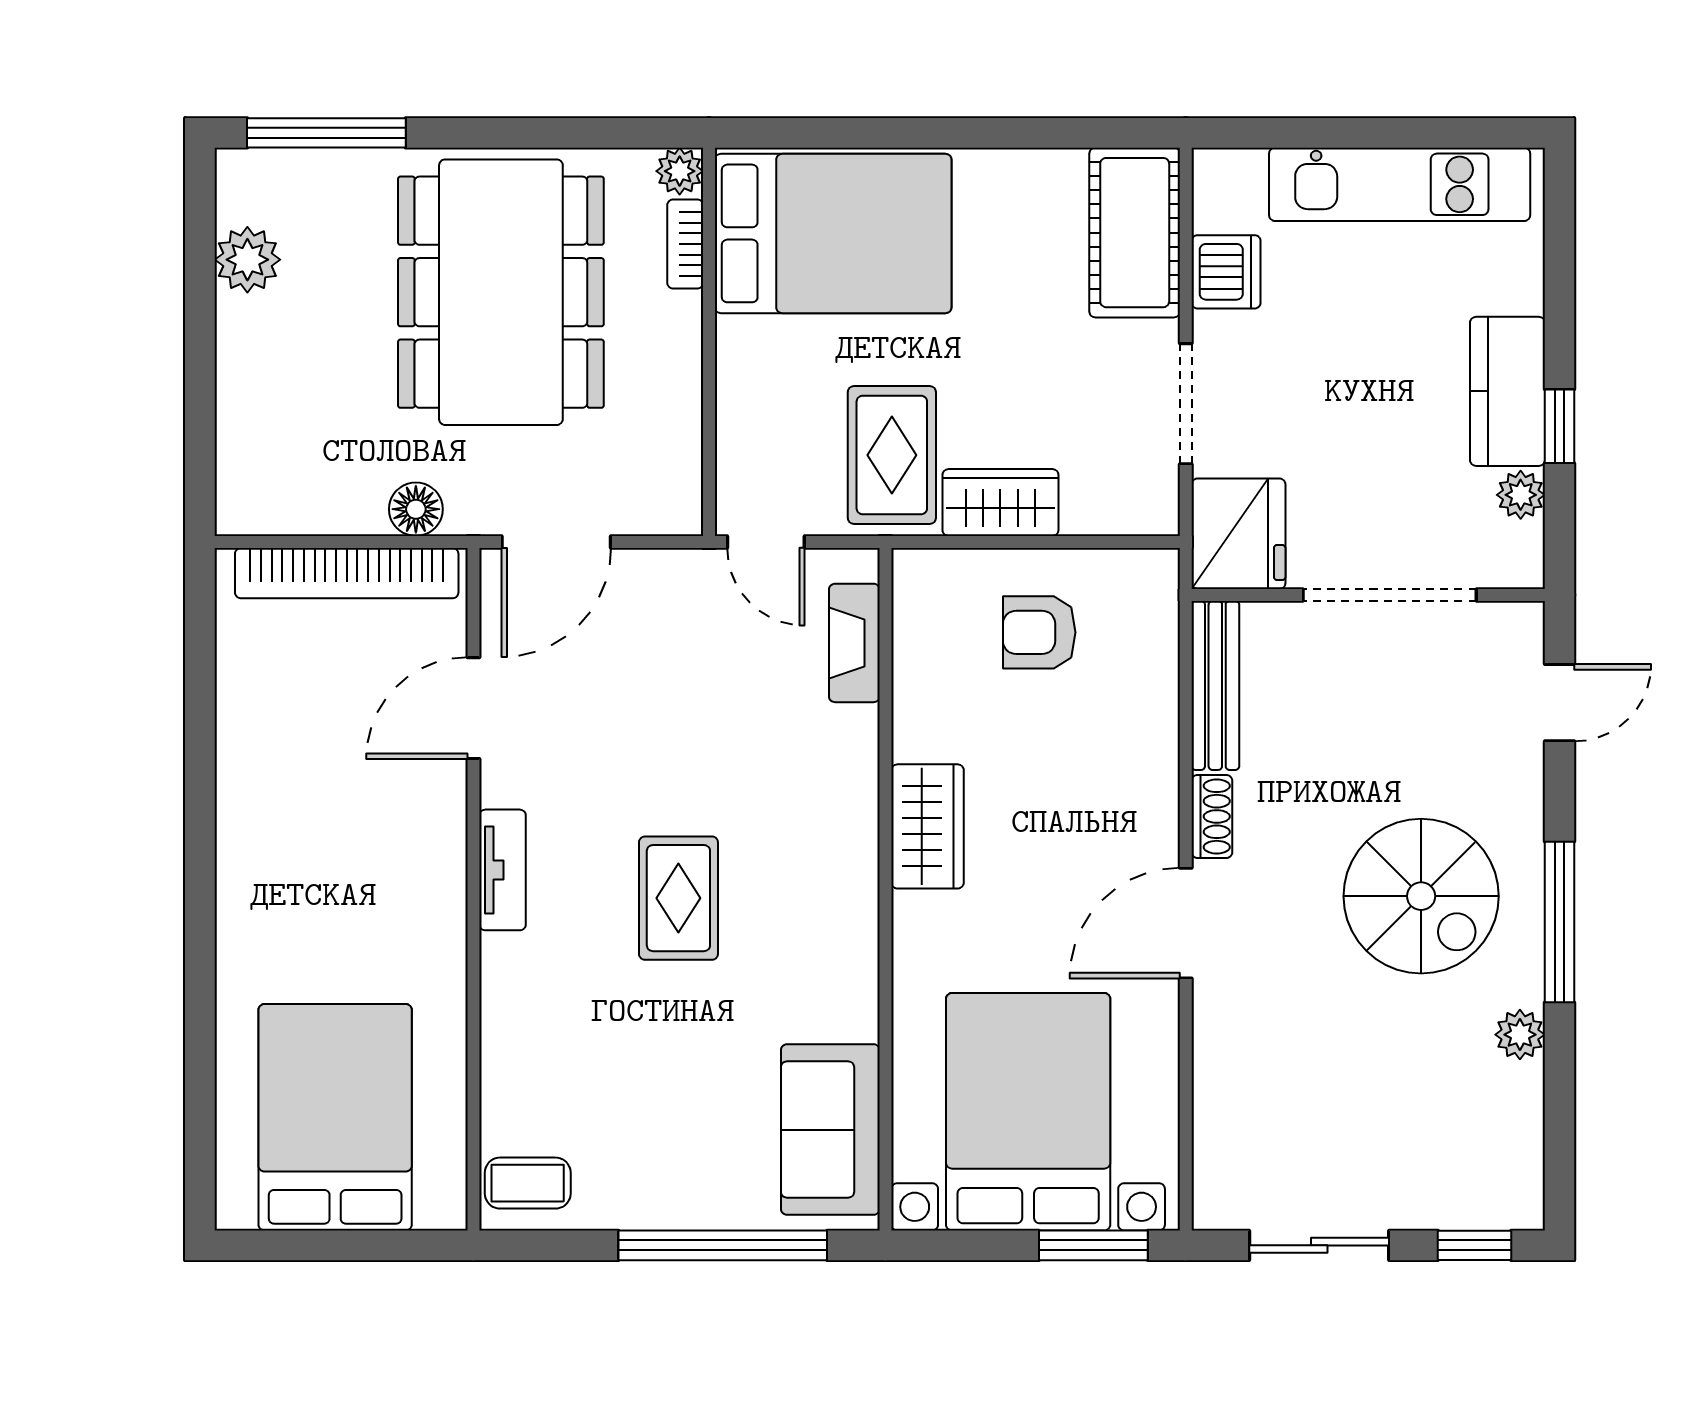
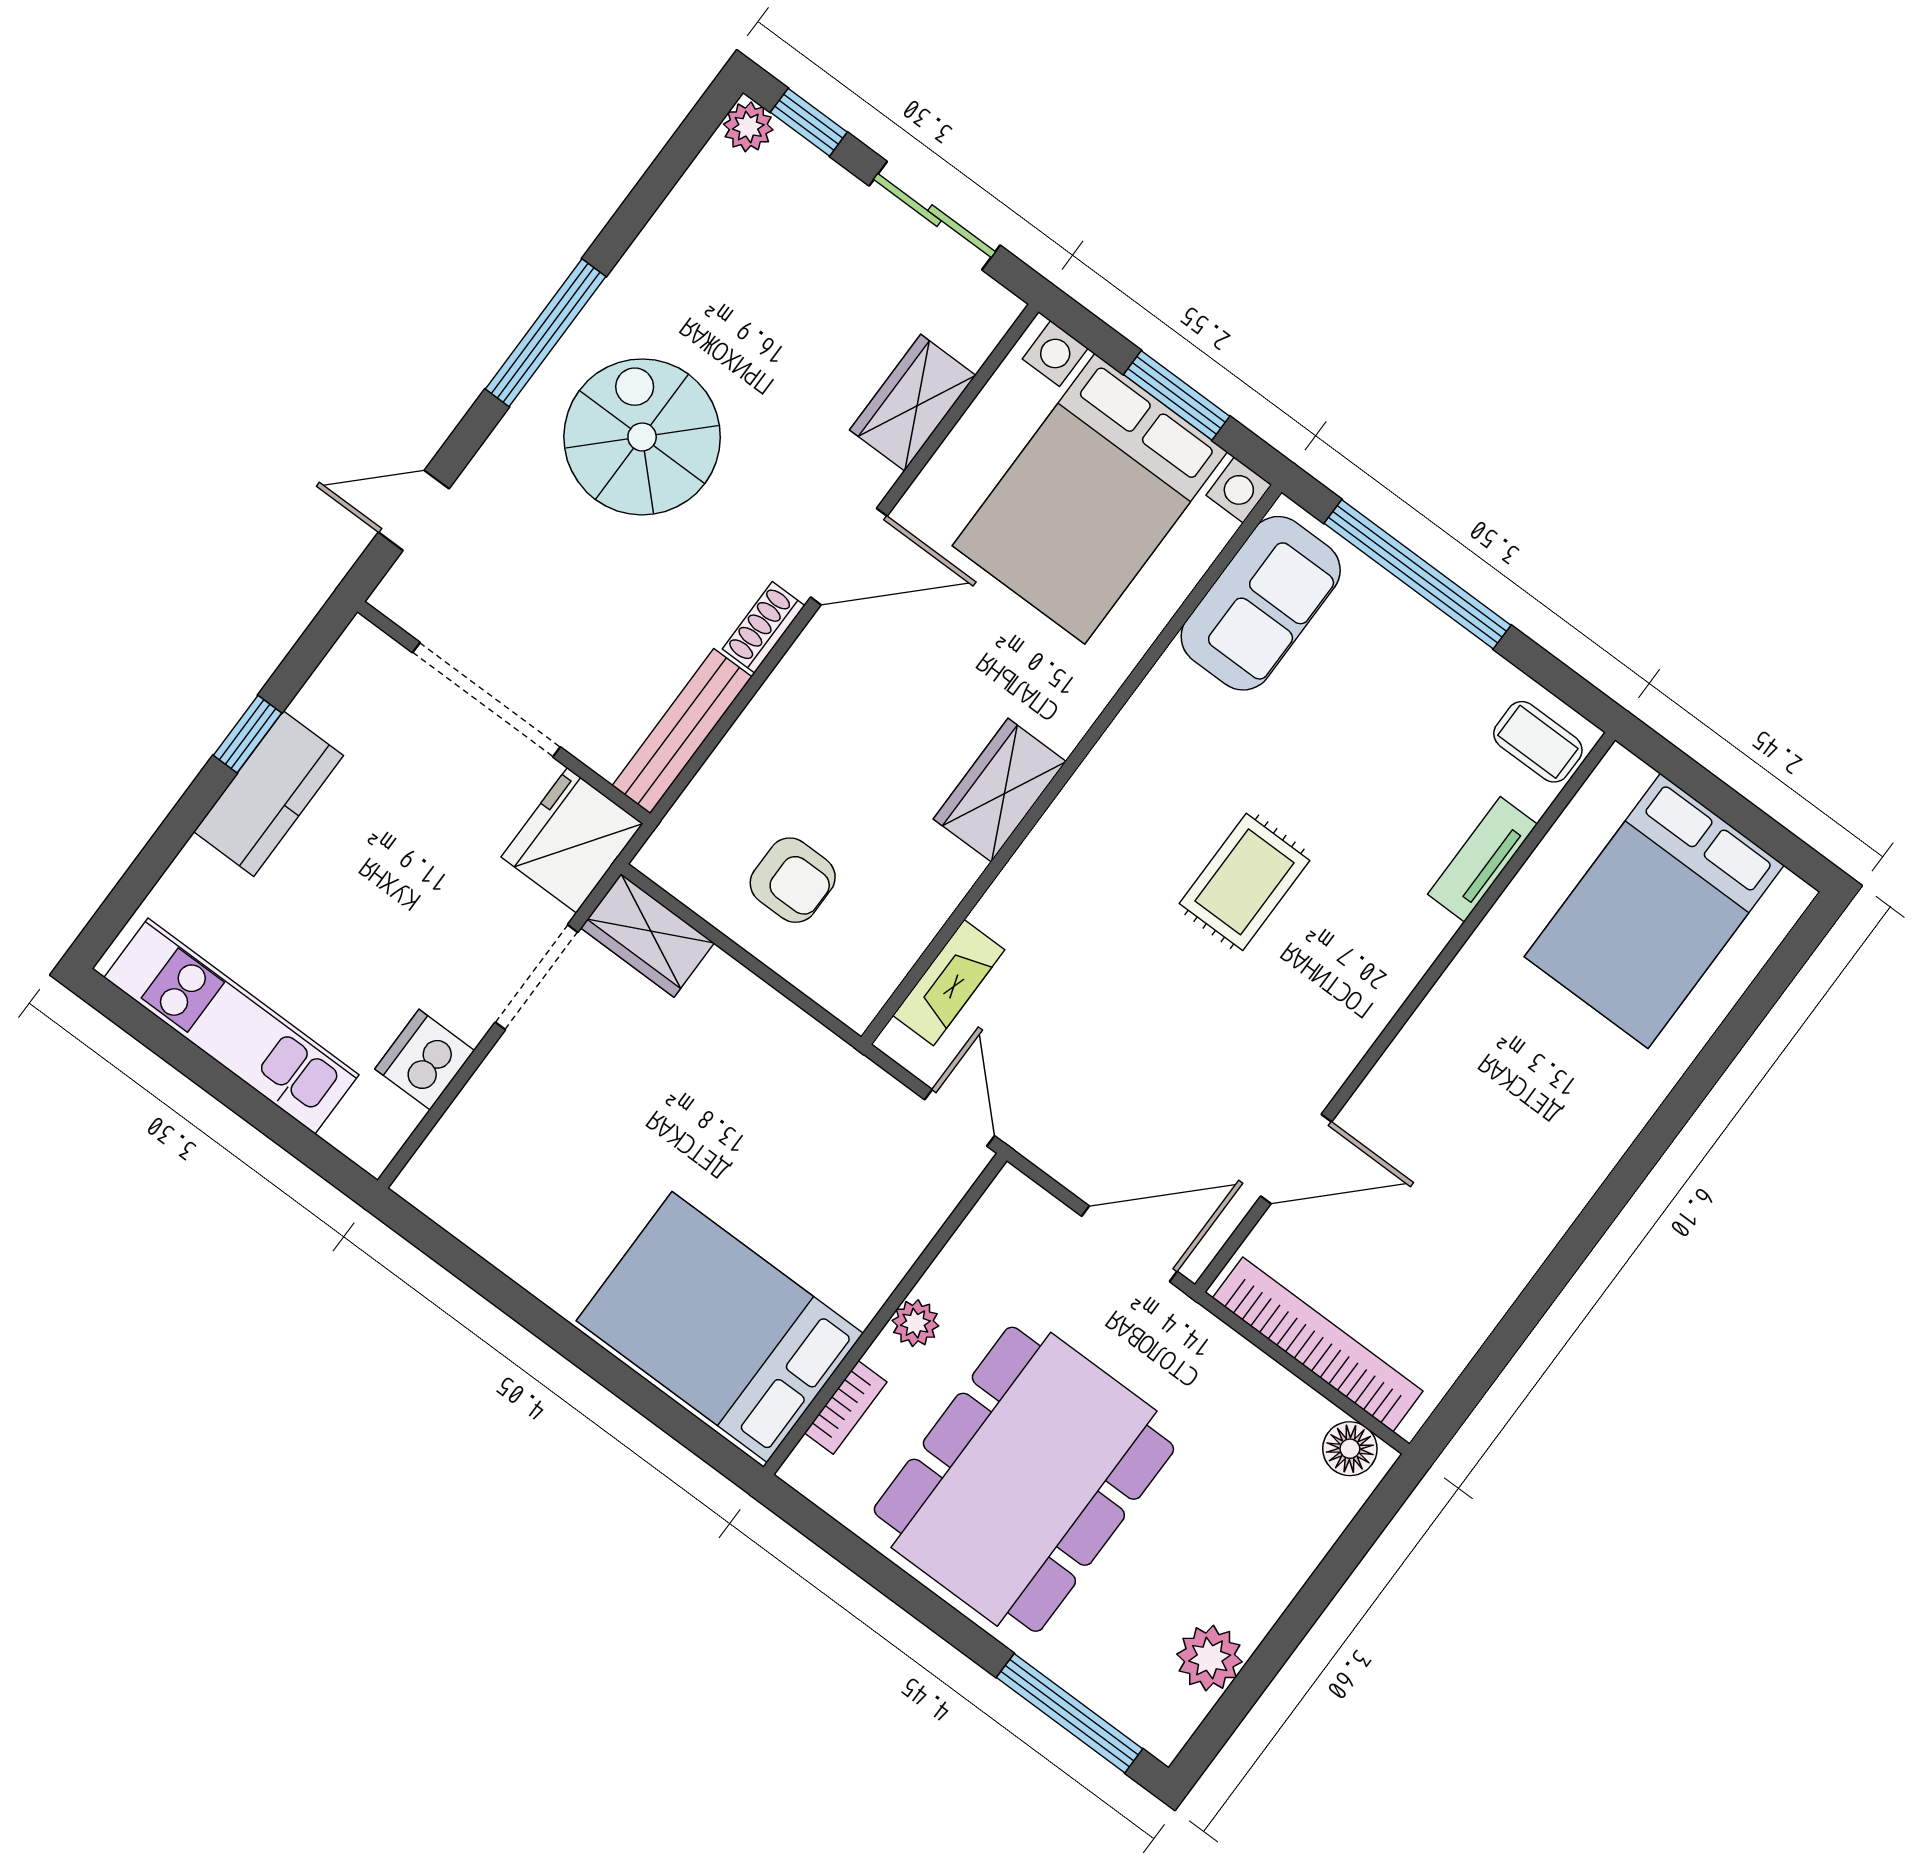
plant: (680, 171) -> (915, 1323), moved
cot: (1135, 233) -> (475, 1146), removed
rug: (892, 455) -> (805, 1112), removed
plant: (1521, 495) -> (320, 702), removed
wardrobe: (1000, 503) -> (647, 935), moved
floor lamp: (416, 509) -> (1350, 1449), moved
tv unit: (503, 870) -> (1482, 859), moved
plant: (1520, 1035) -> (748, 127), moved
wardrobe: (1226, 1083) -> (913, 403), added
window: (1093, 1245) -> (1177, 395), moved

